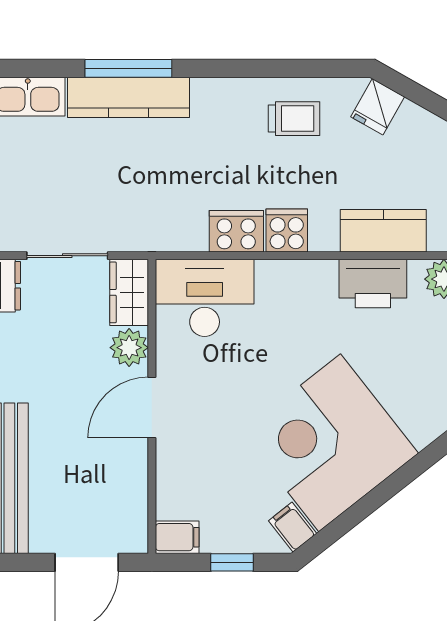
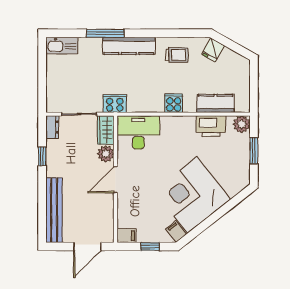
kitchen counter: (128, 97) -> (129, 46), moved
cooker: (236, 231) -> (115, 104), moved

